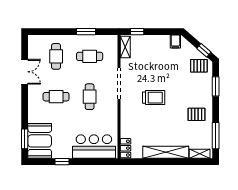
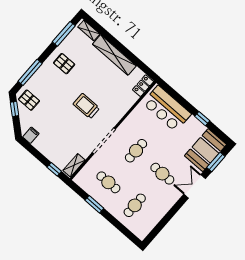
double door: (25, 72) -> (195, 186), moved
window: (216, 86) -> (30, 72), width x1.44

